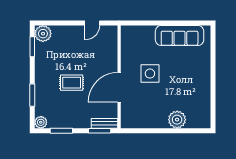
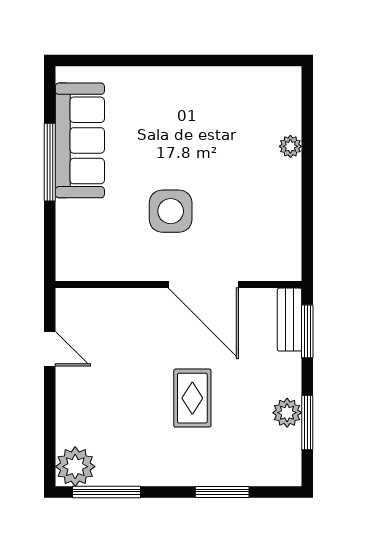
window: (170, 23) -> (50, 162), added
window: (32, 47) -> (106, 492), width x1.44
plant: (177, 120) -> (290, 146), width x0.53, depth x0.53
plant: (41, 122) -> (287, 413), moved

